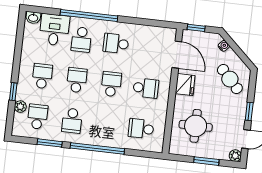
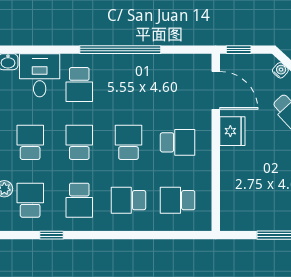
window: (89, 15) -> (120, 50), moved
school desk: (116, 43) -> (128, 200), moved
round table: (196, 126) -> (254, 187), removed
window: (50, 143) -> (52, 235), width x0.67
window: (97, 148) -> (119, 235), removed

